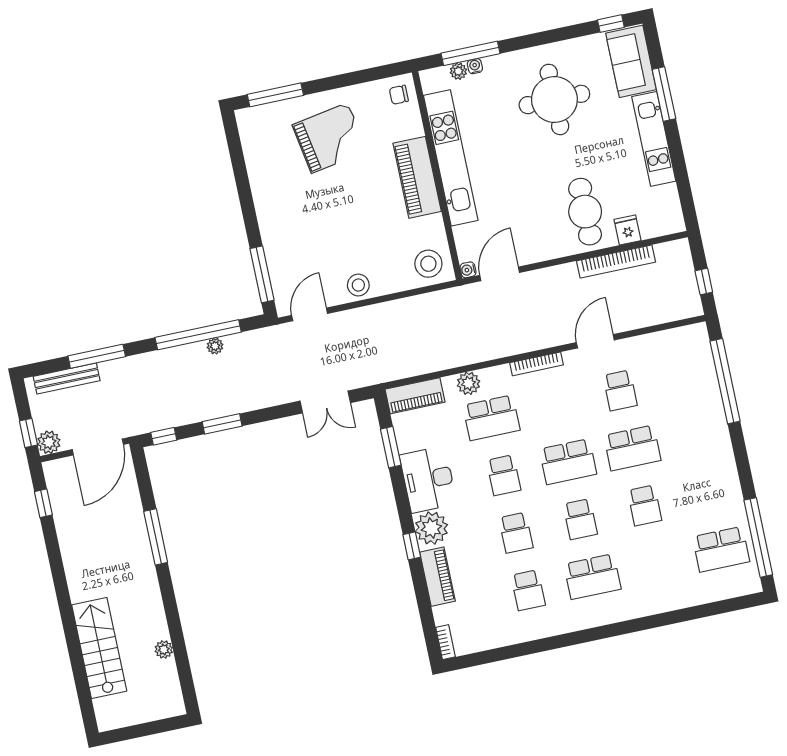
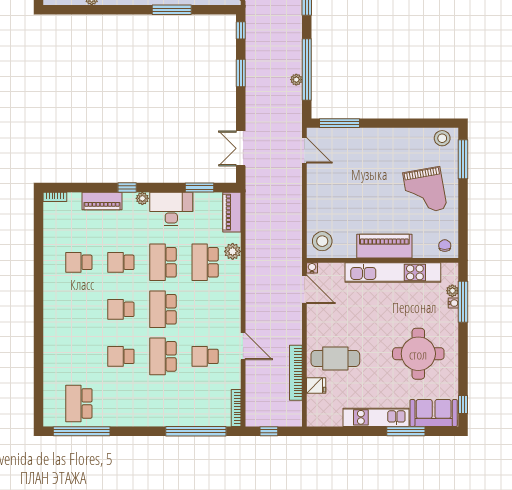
stool: (358, 285) -> (442, 138), moved
bookcase: (536, 364) -> (236, 408), moved
school desk: (504, 475) -> (163, 262), width x1.85
plant: (431, 528) -> (142, 198), width x0.53, depth x0.53
school desk: (592, 577) -> (79, 309), removed

